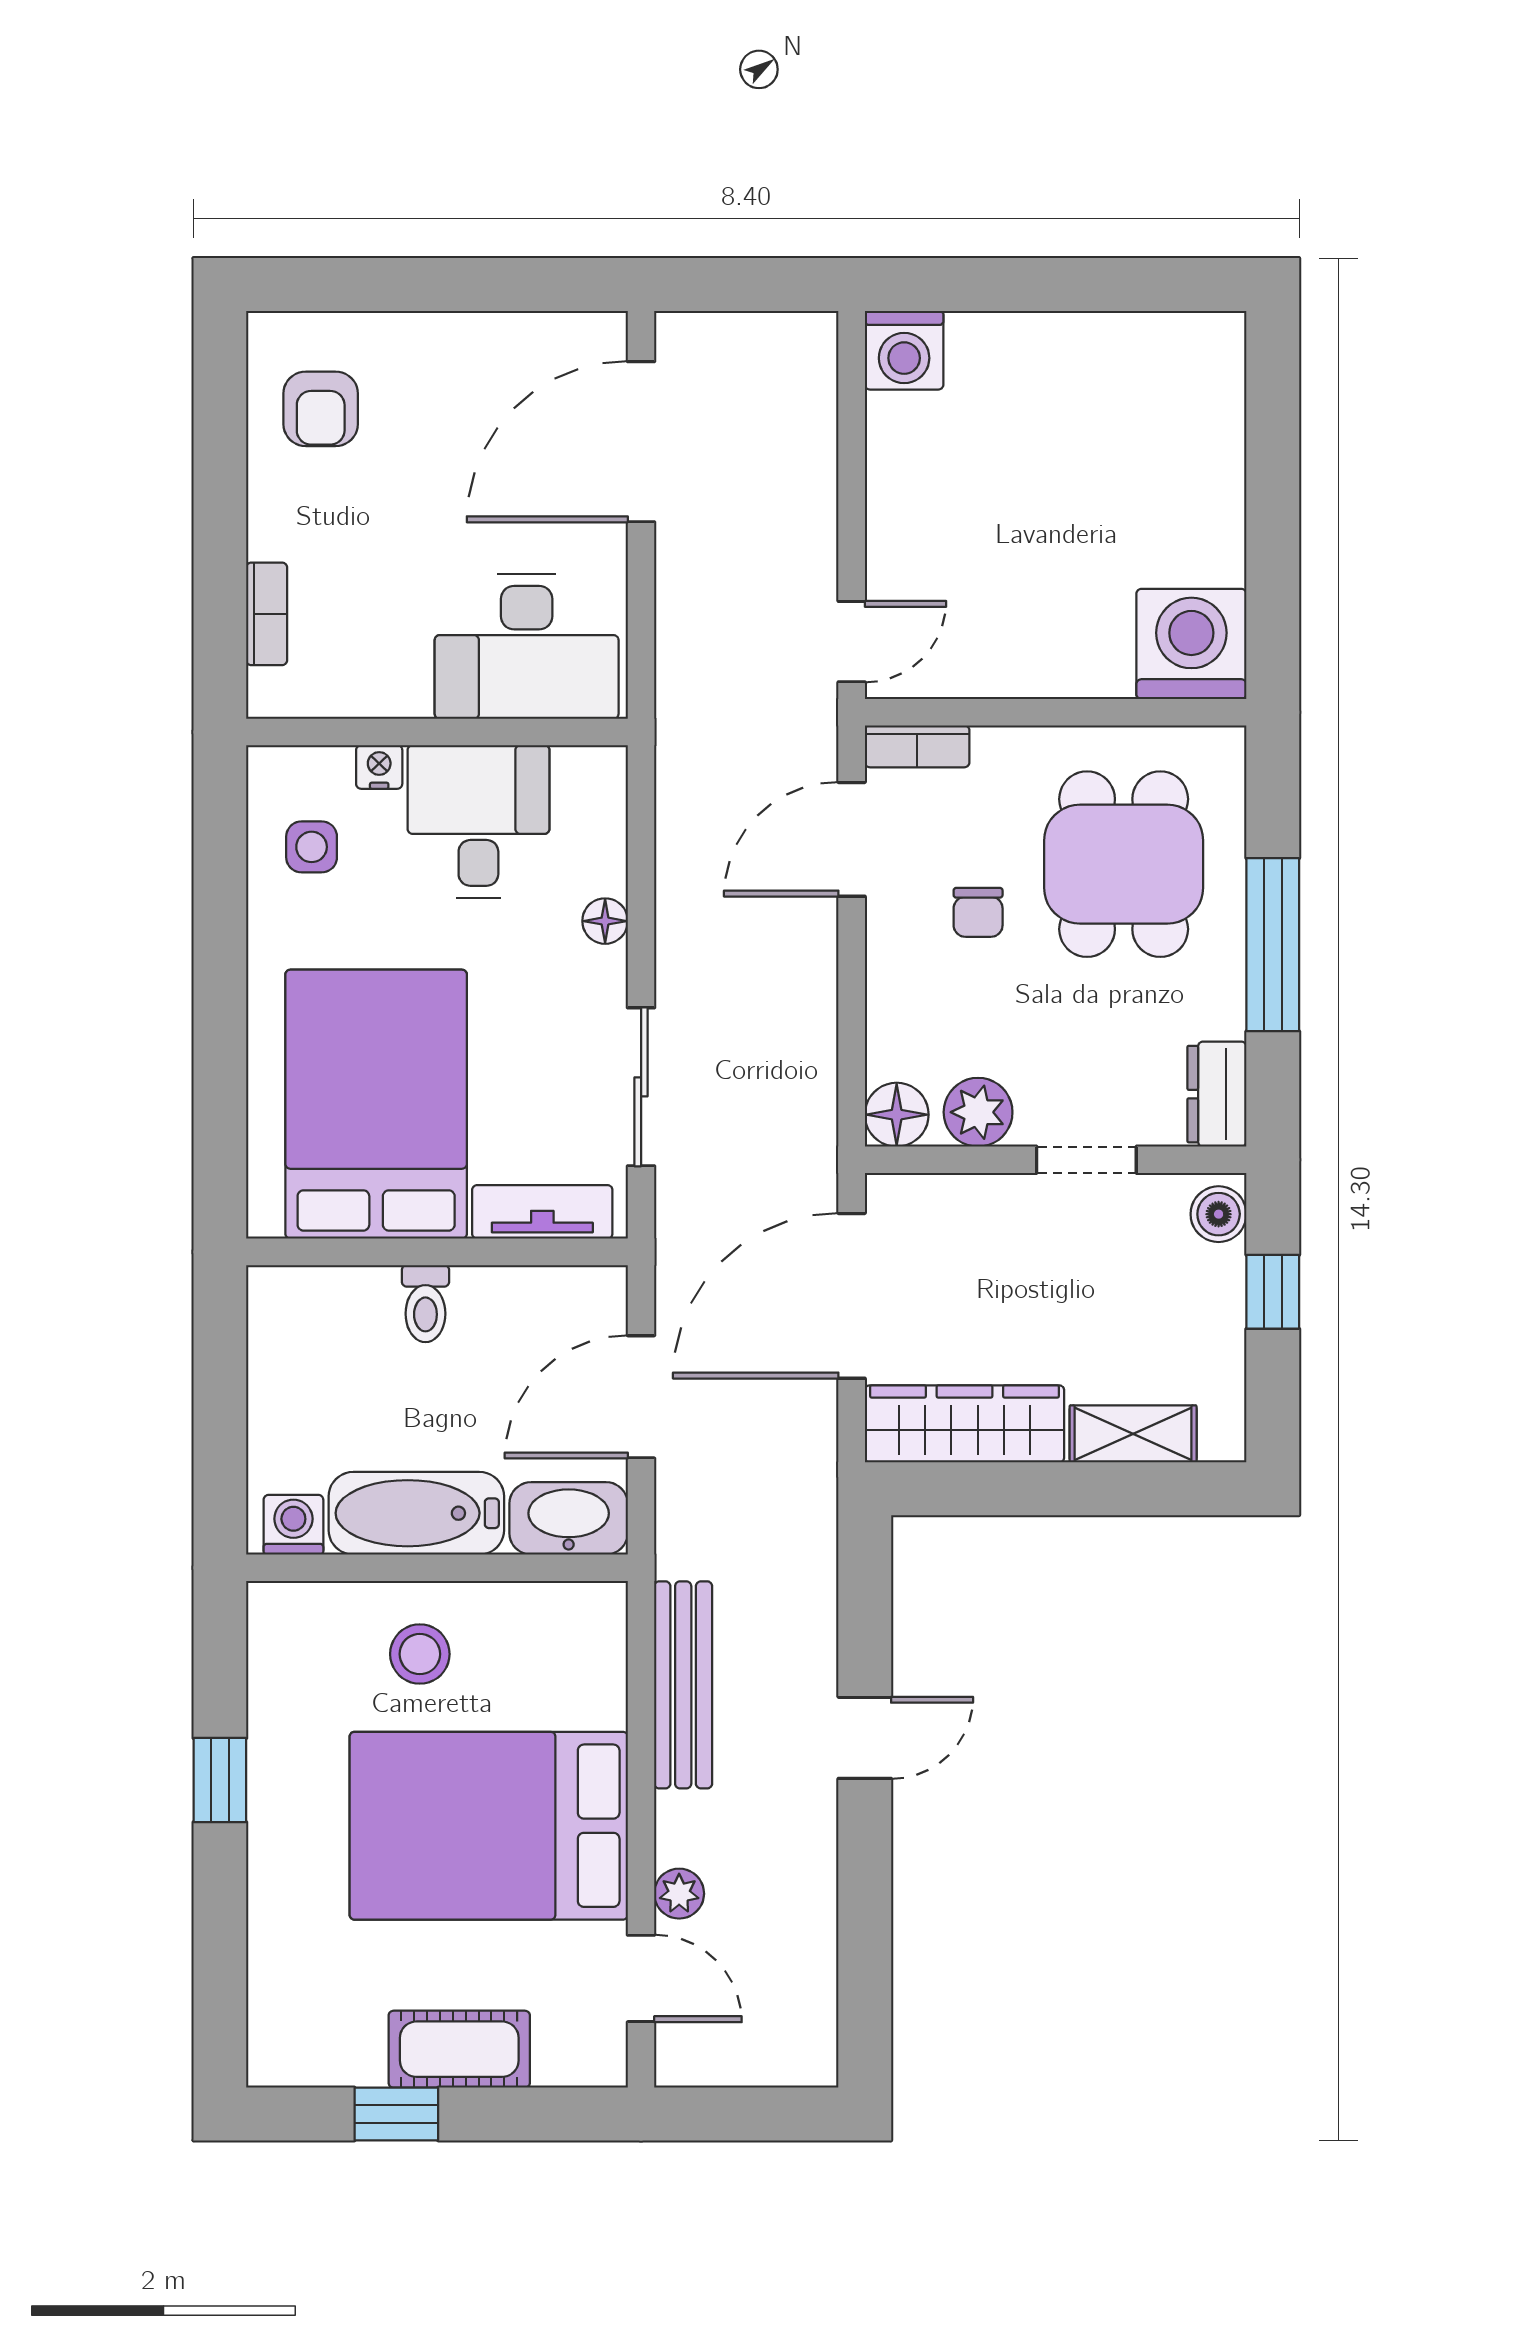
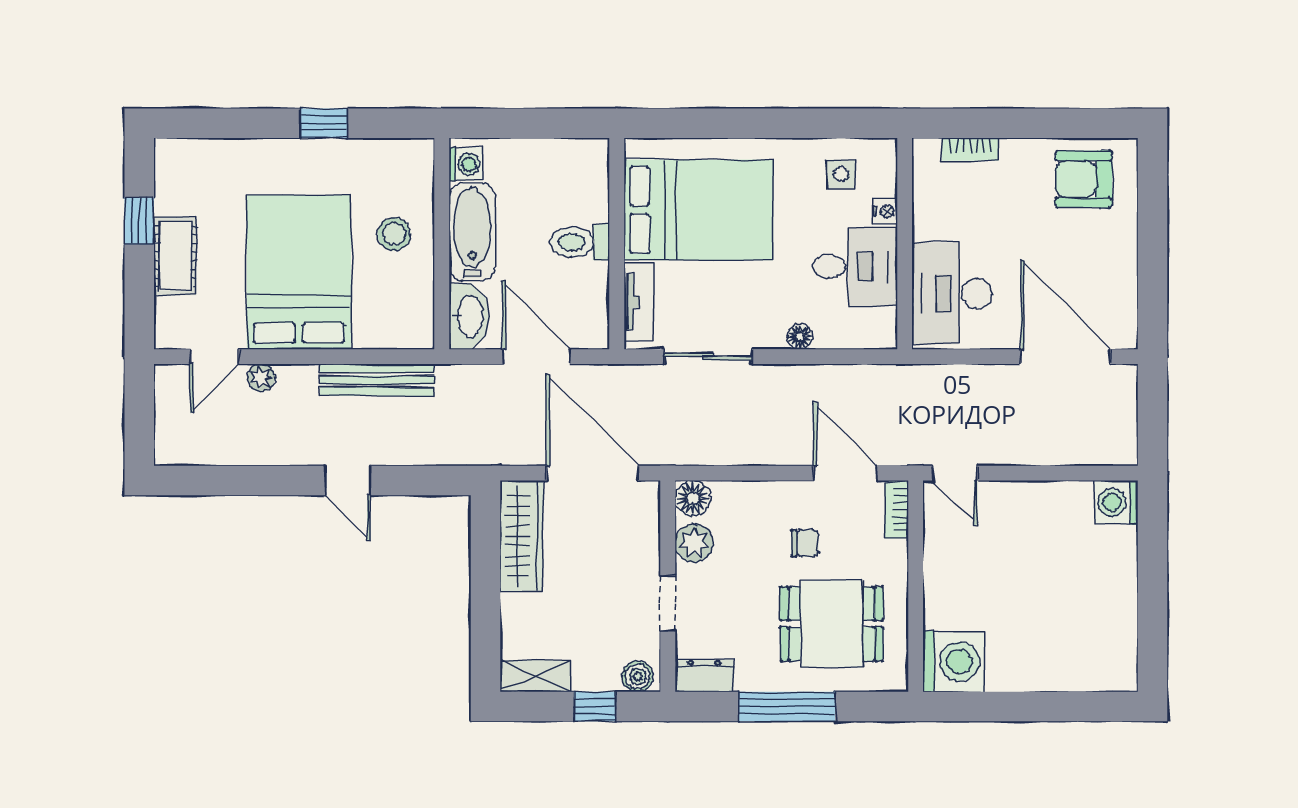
armchair: (321, 409) -> (1084, 179), width x1.38, depth x1.38
chair: (978, 912) -> (805, 543), turned 180
toilet: (425, 1304) -> (580, 242), width x1.37, depth x1.39
shelving: (1133, 1434) -> (535, 676), moved, turned 90

